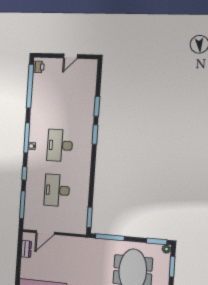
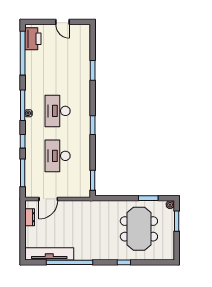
door: (71, 56) -> (63, 22), hinge flipped
printer: (39, 67) -> (33, 39), width x1.87, depth x1.48
window: (95, 134) -> (93, 125), moved
window: (110, 237) -> (114, 198), removed
window: (157, 241) -> (148, 198), moved

